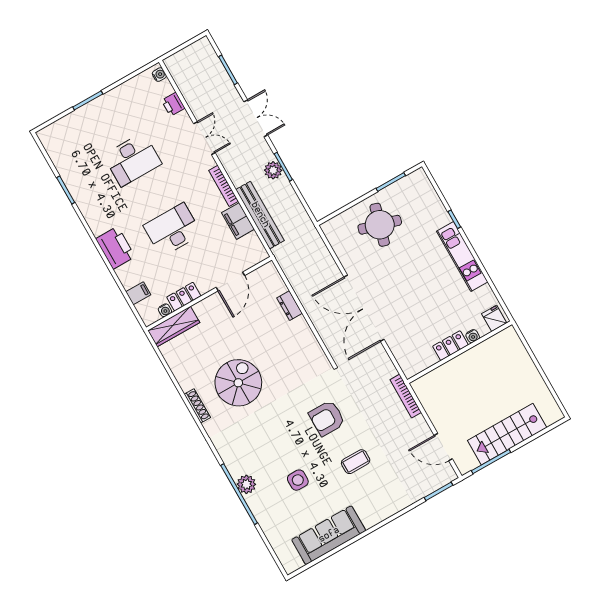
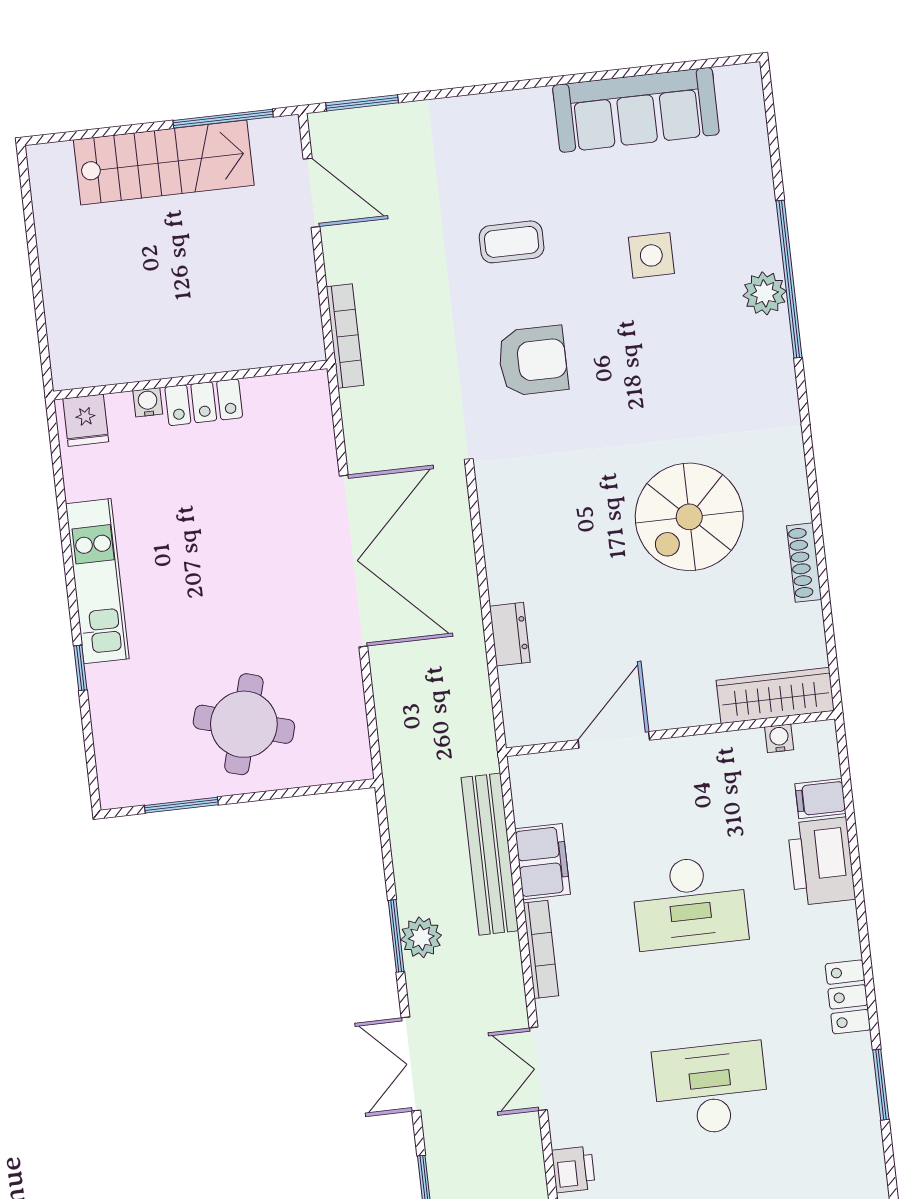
printer: (115, 248) -> (821, 861), moved
locker: (184, 297) -> (848, 997), moved, turned 90
shoe rack: (197, 406) -> (804, 563), moved

